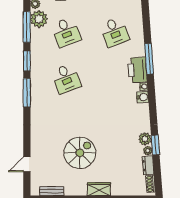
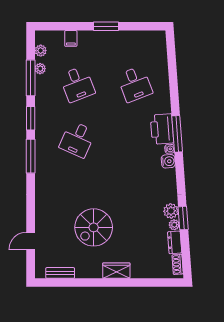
plant: (39, 19) -> (40, 69), width x0.53, depth x0.53
window: (149, 59) -> (177, 134), moved
desk: (66, 79) -> (77, 139), turned 45
spiral stairs: (80, 153) -> (94, 227), turned 180

